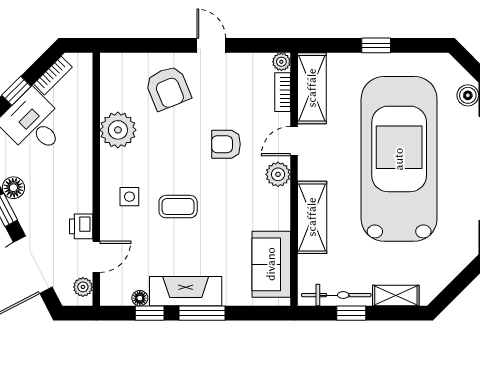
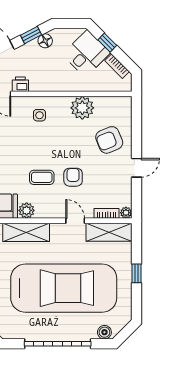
plant: (278, 174) -> (27, 210), moved
coffee table: (178, 207) -> (42, 177), moved, turned 90

